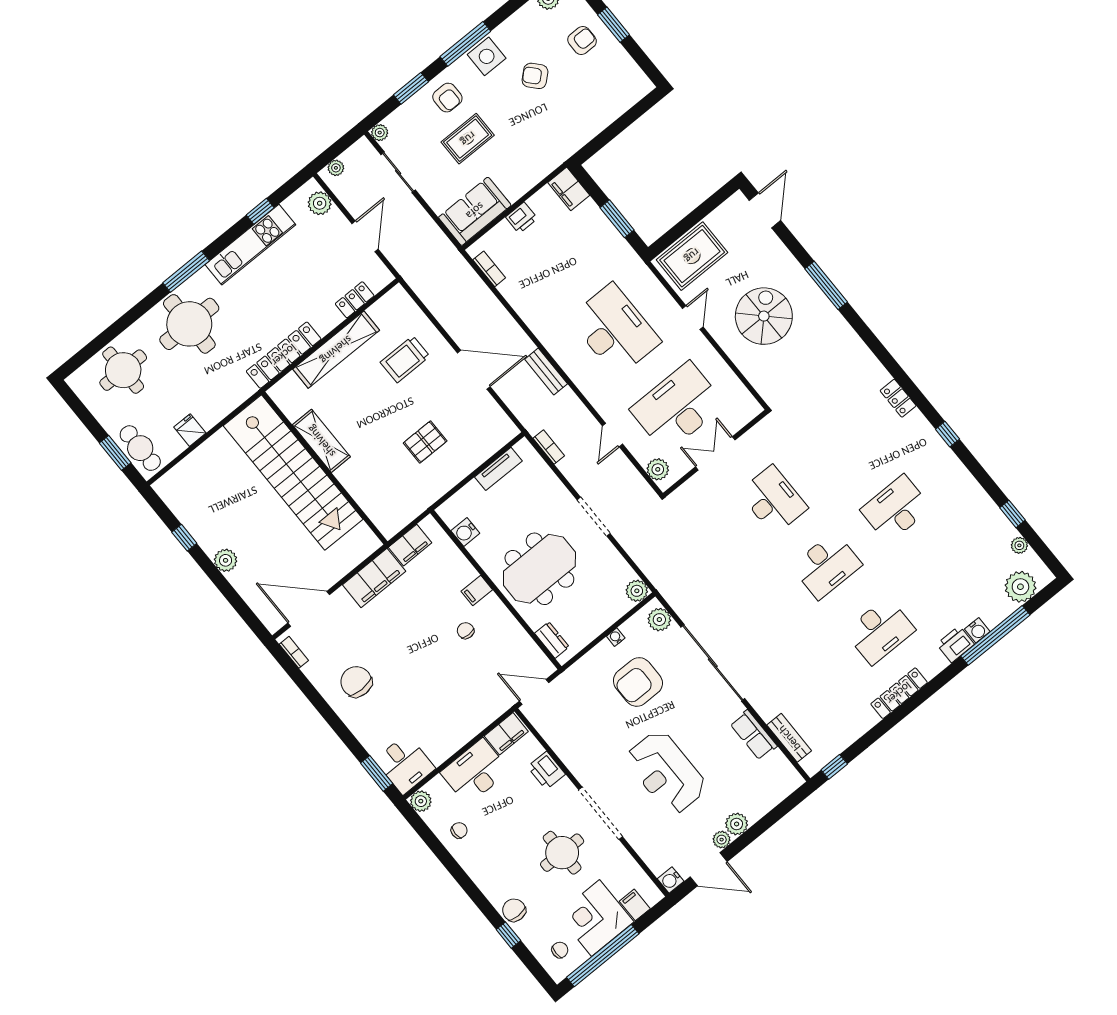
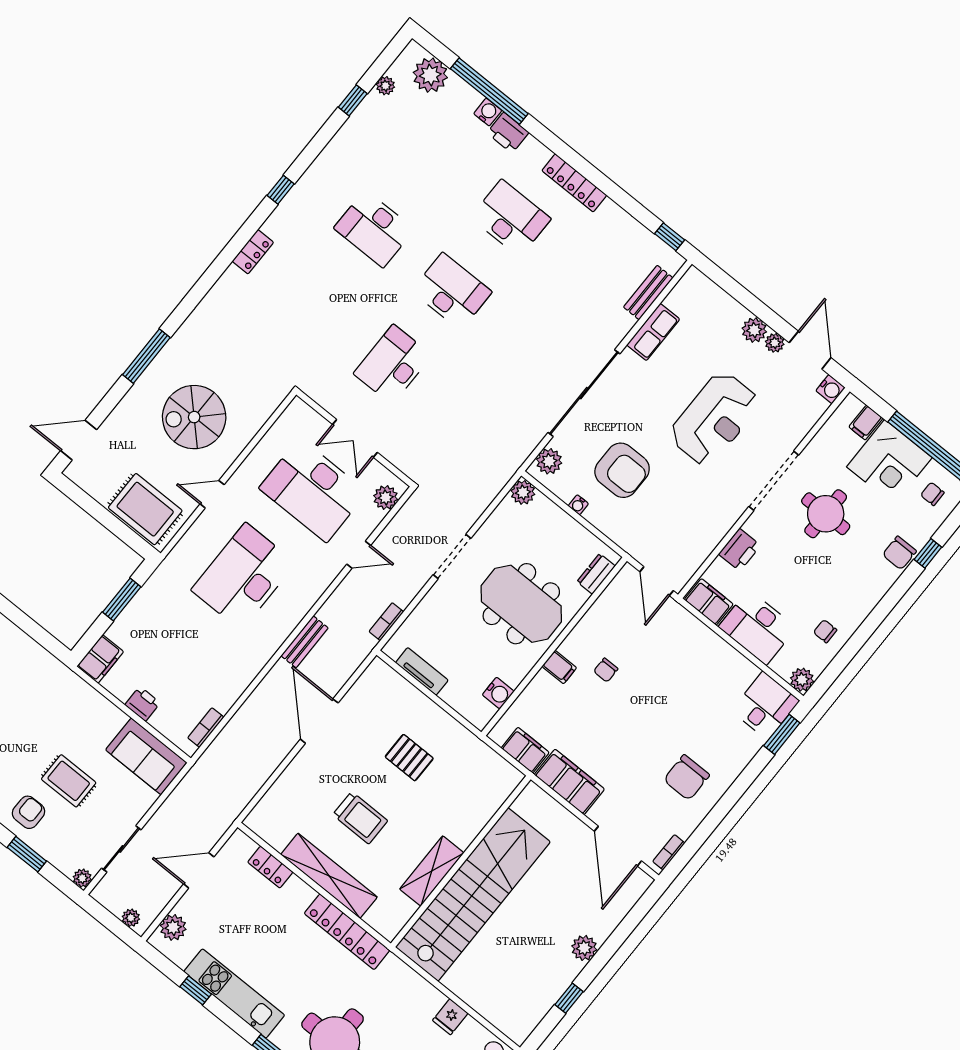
trolley: (405, 359) -> (360, 818), moved

